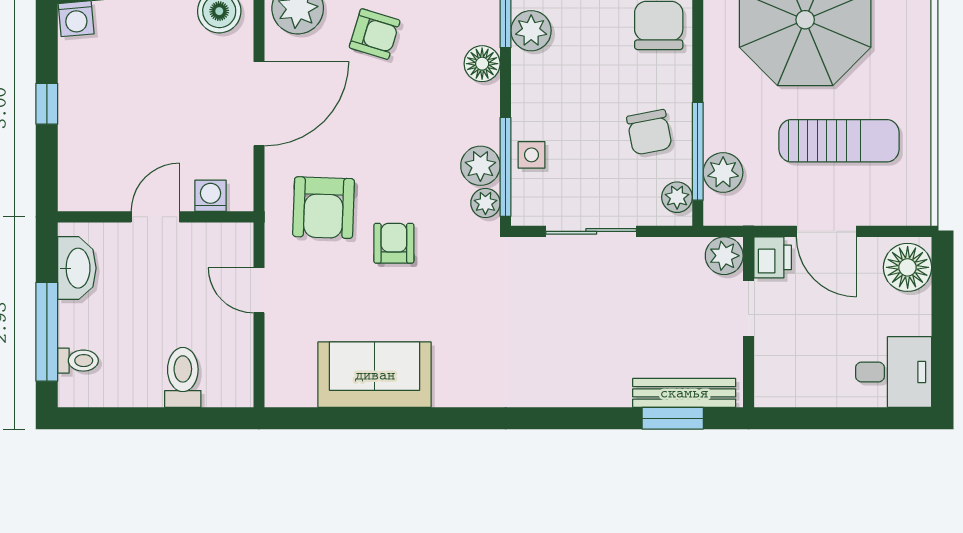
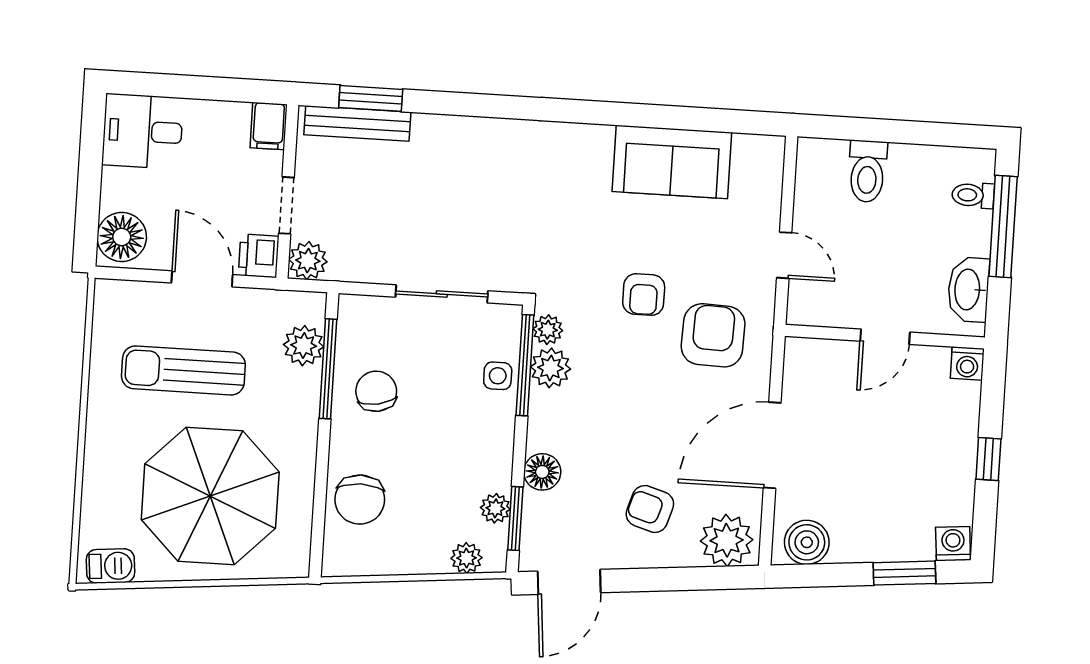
plant: (531, 31) -> (495, 508), width x0.73, depth x0.73
washing machine: (211, 196) -> (967, 363), moved
plant: (677, 197) -> (352, 323), removed
filing cabinet: (771, 385) -> (269, 126), added

